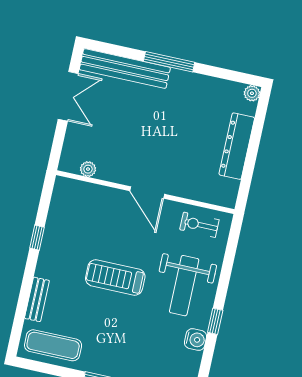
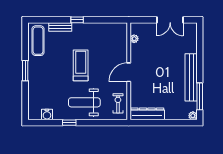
window: (169, 62) -> (200, 96), moved
bench: (125, 68) -> (191, 77), moved
dresser: (237, 146) -> (147, 114), moved
window: (37, 238) -> (77, 20), moved
water cooler: (195, 340) -> (47, 115), moved

